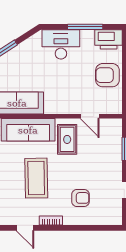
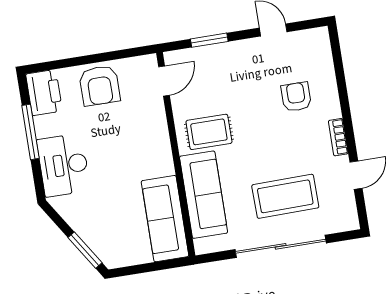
door: (90, 116) -> (164, 81), moved
coffee table: (36, 178) -> (285, 196), moved

